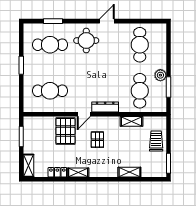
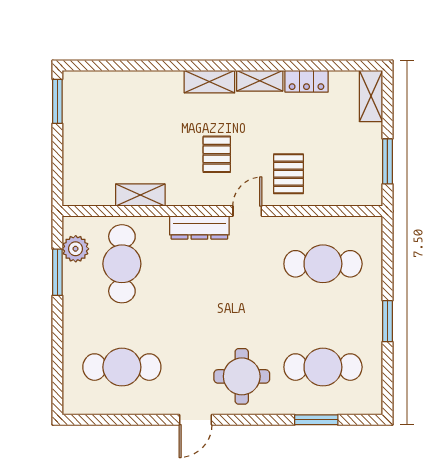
cafe table: (140, 45) -> (122, 367), turned 90
plant: (160, 75) -> (76, 249), moved
pallet: (65, 131) -> (288, 174), width x0.67, depth x0.71
trolley: (156, 141) -> (85, 151), removed
shelving: (129, 172) -> (209, 82), moved

